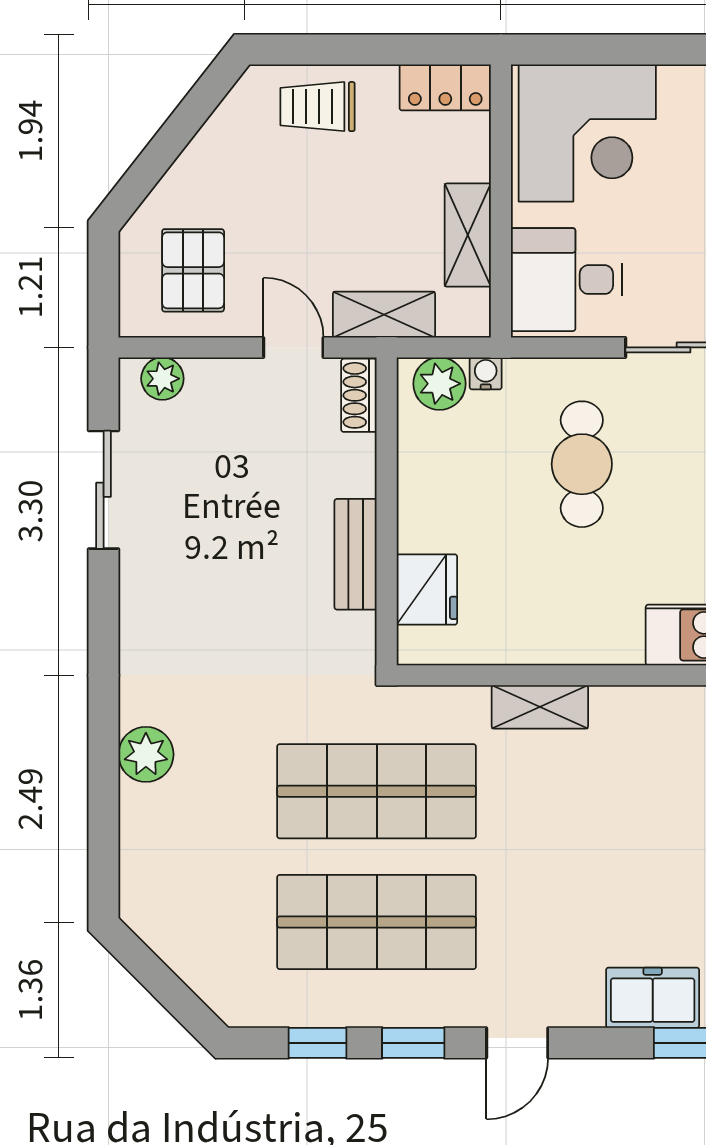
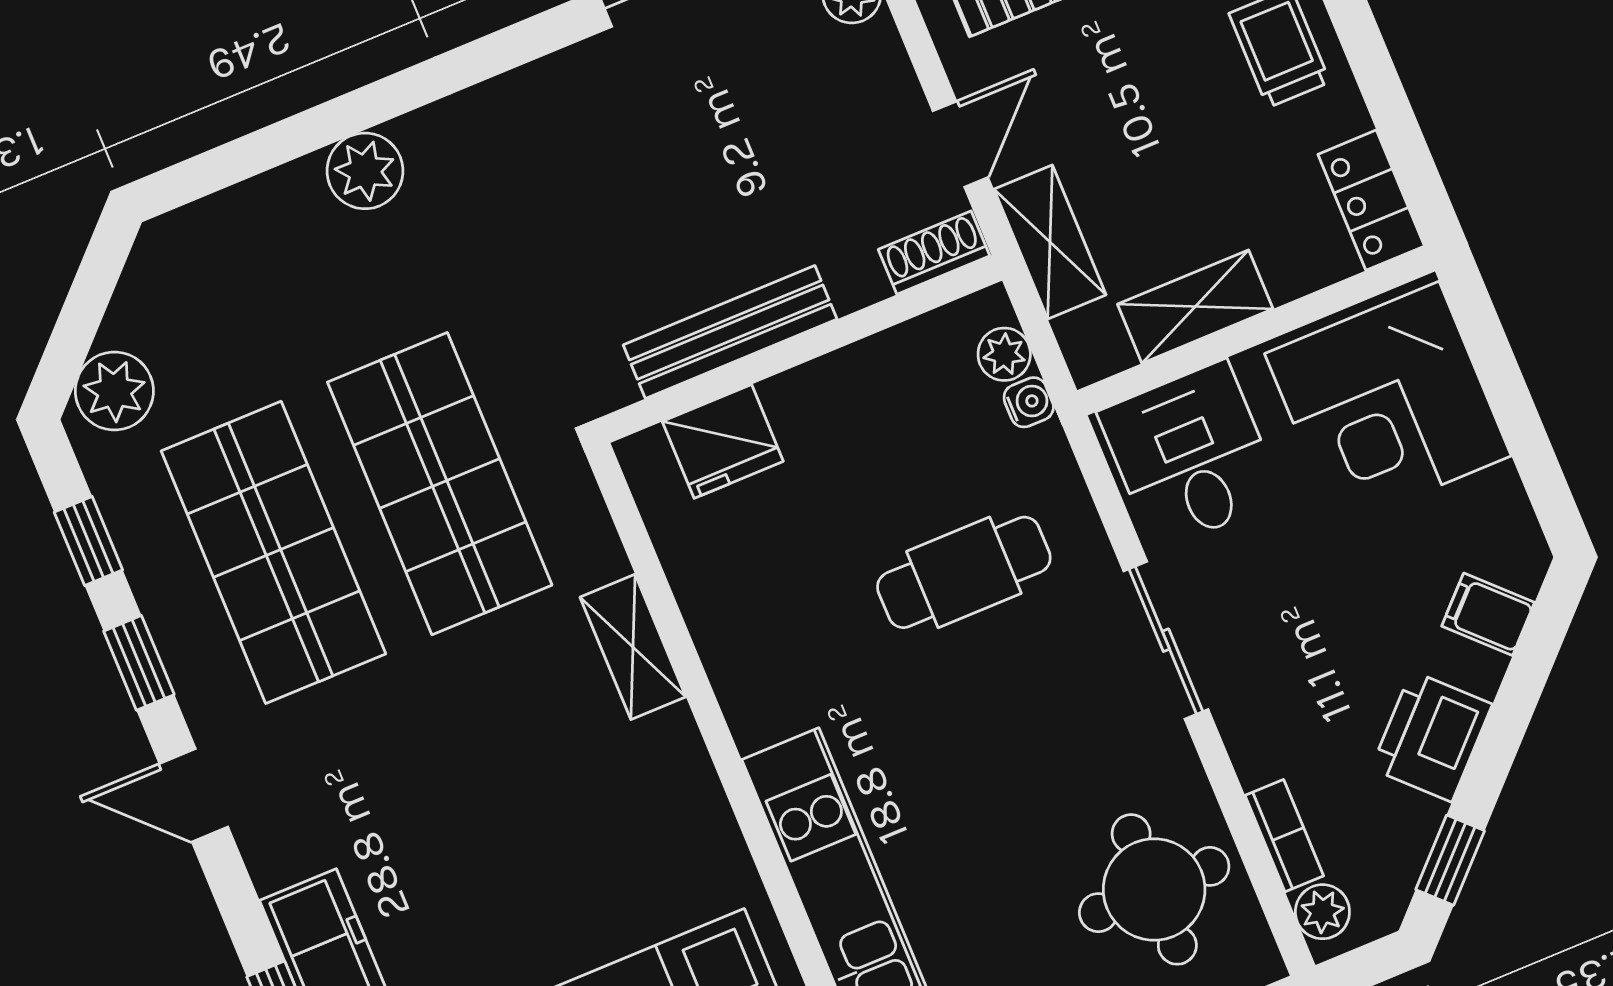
plant: (439, 384) -> (1004, 354), width x0.73, depth x0.73
bench: (356, 554) -> (730, 332), width x1.36
plant: (224, 984) -> (114, 391), added

